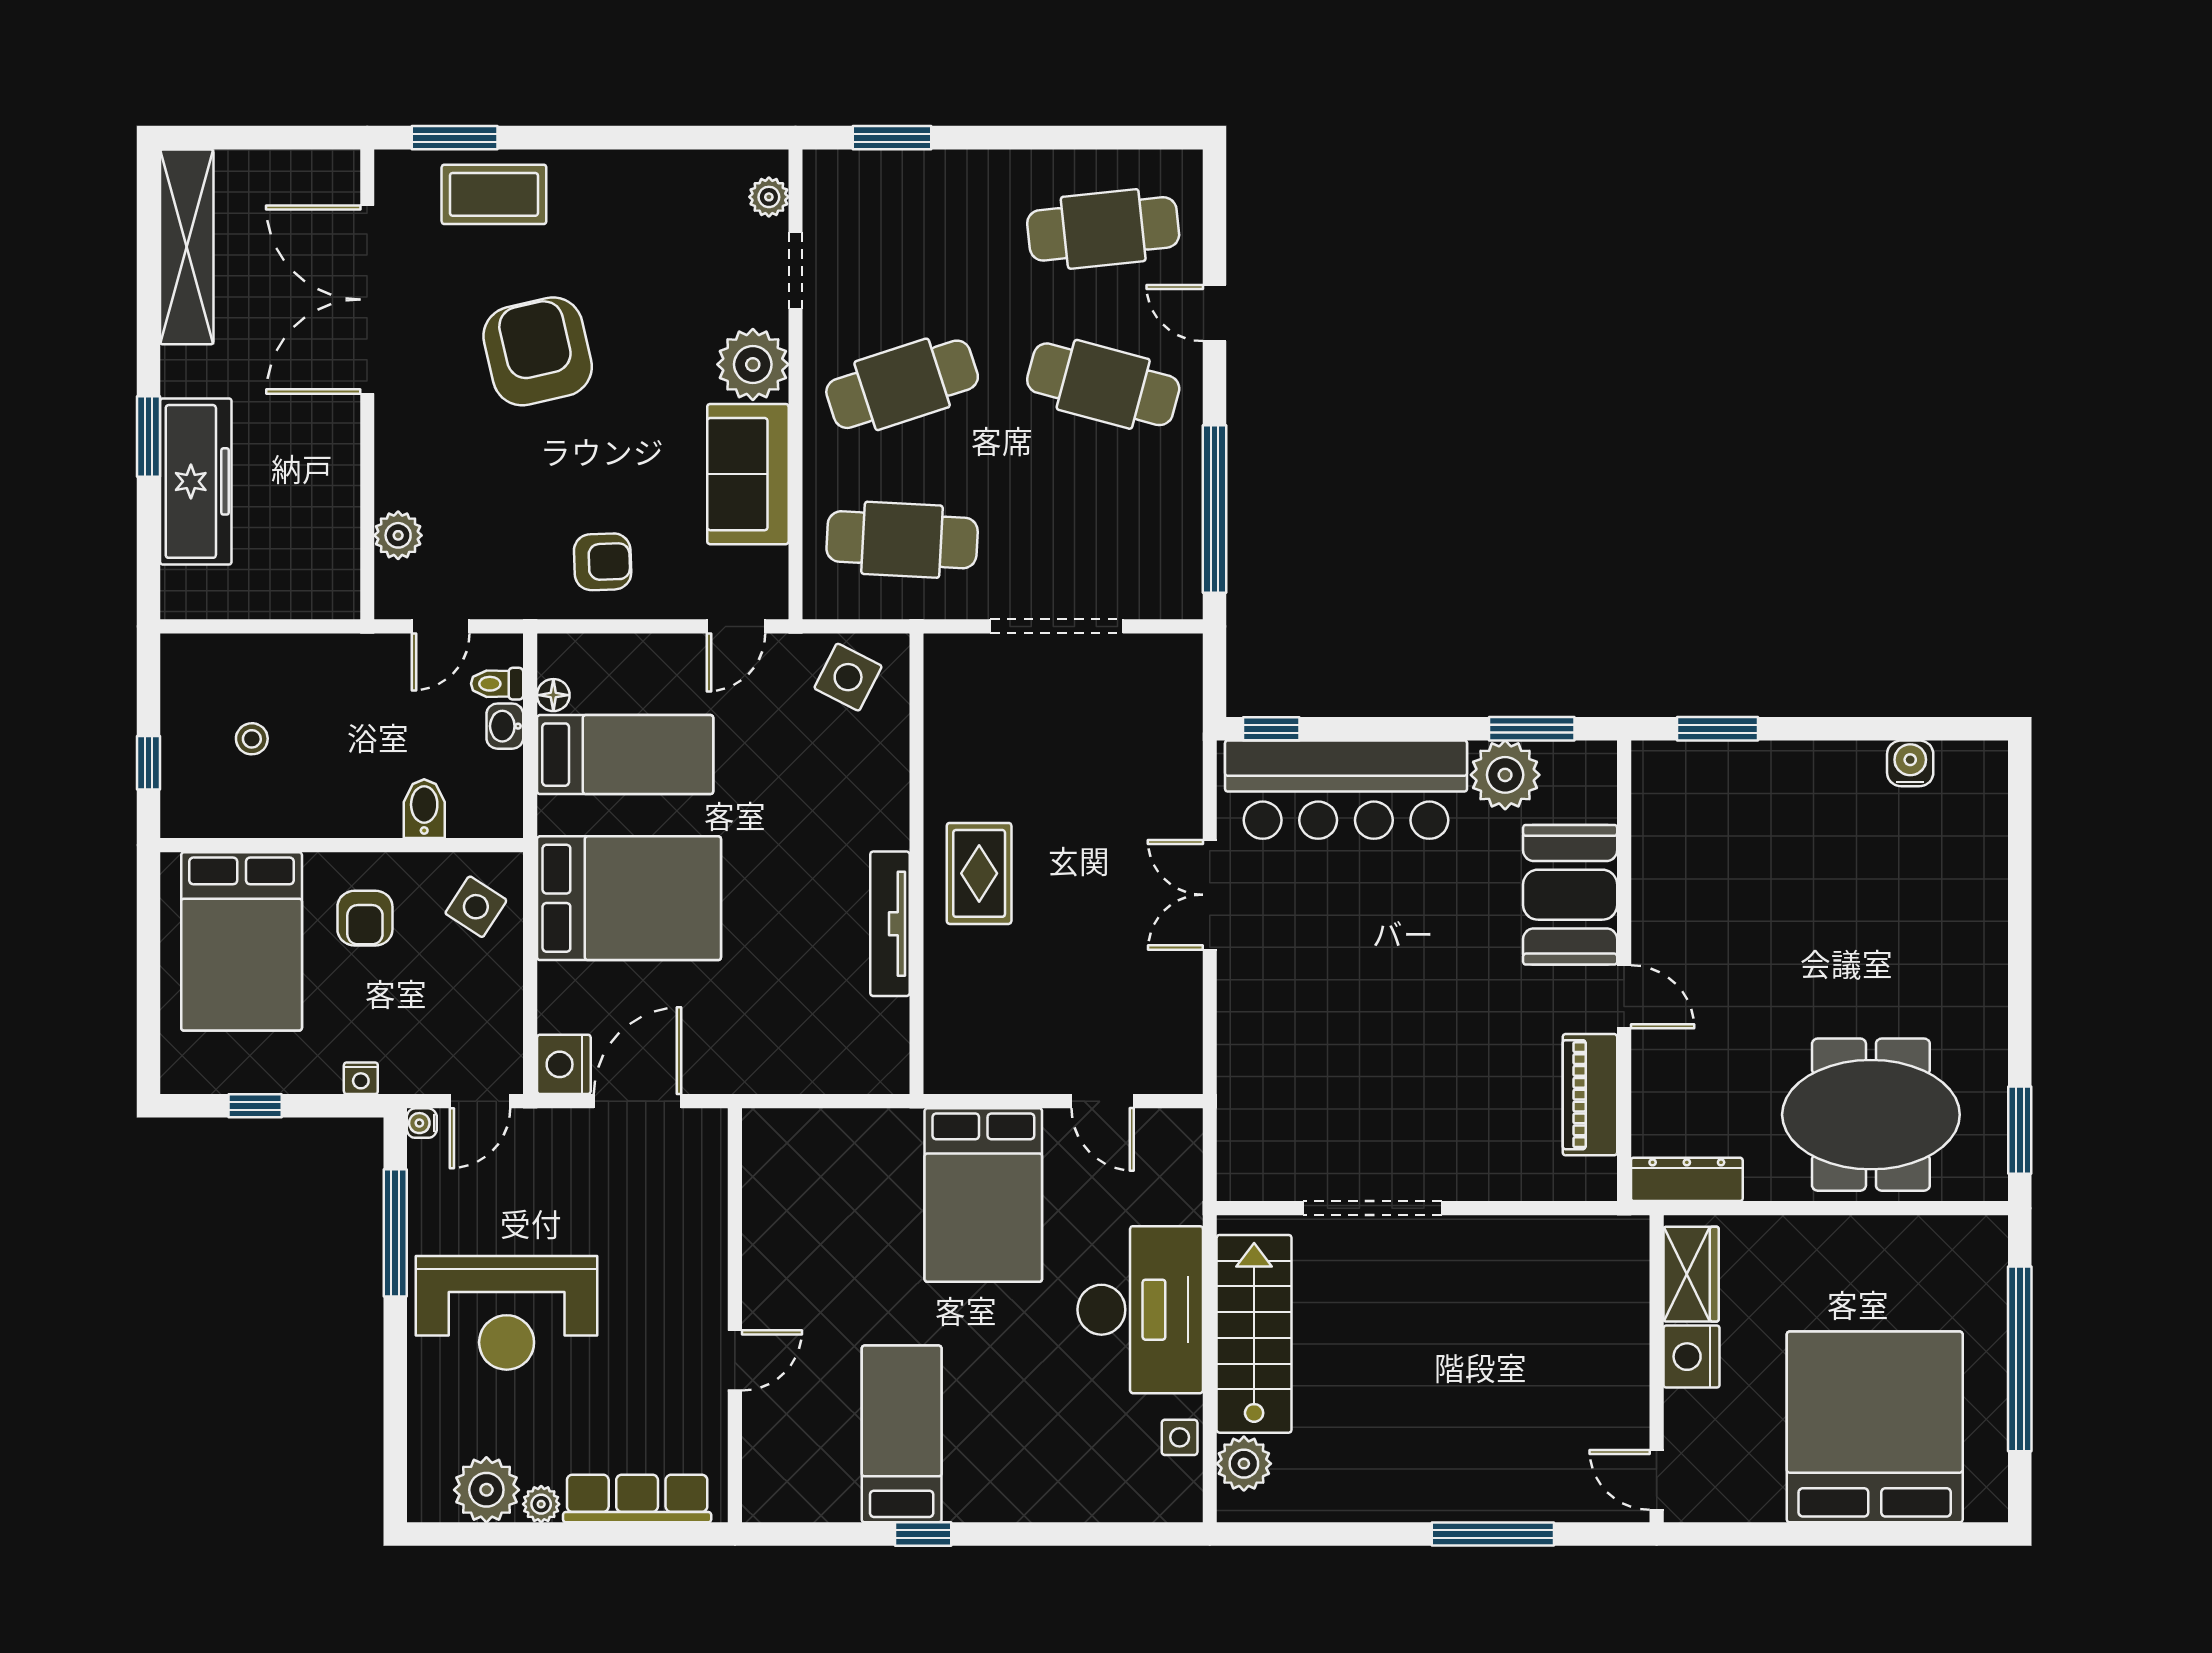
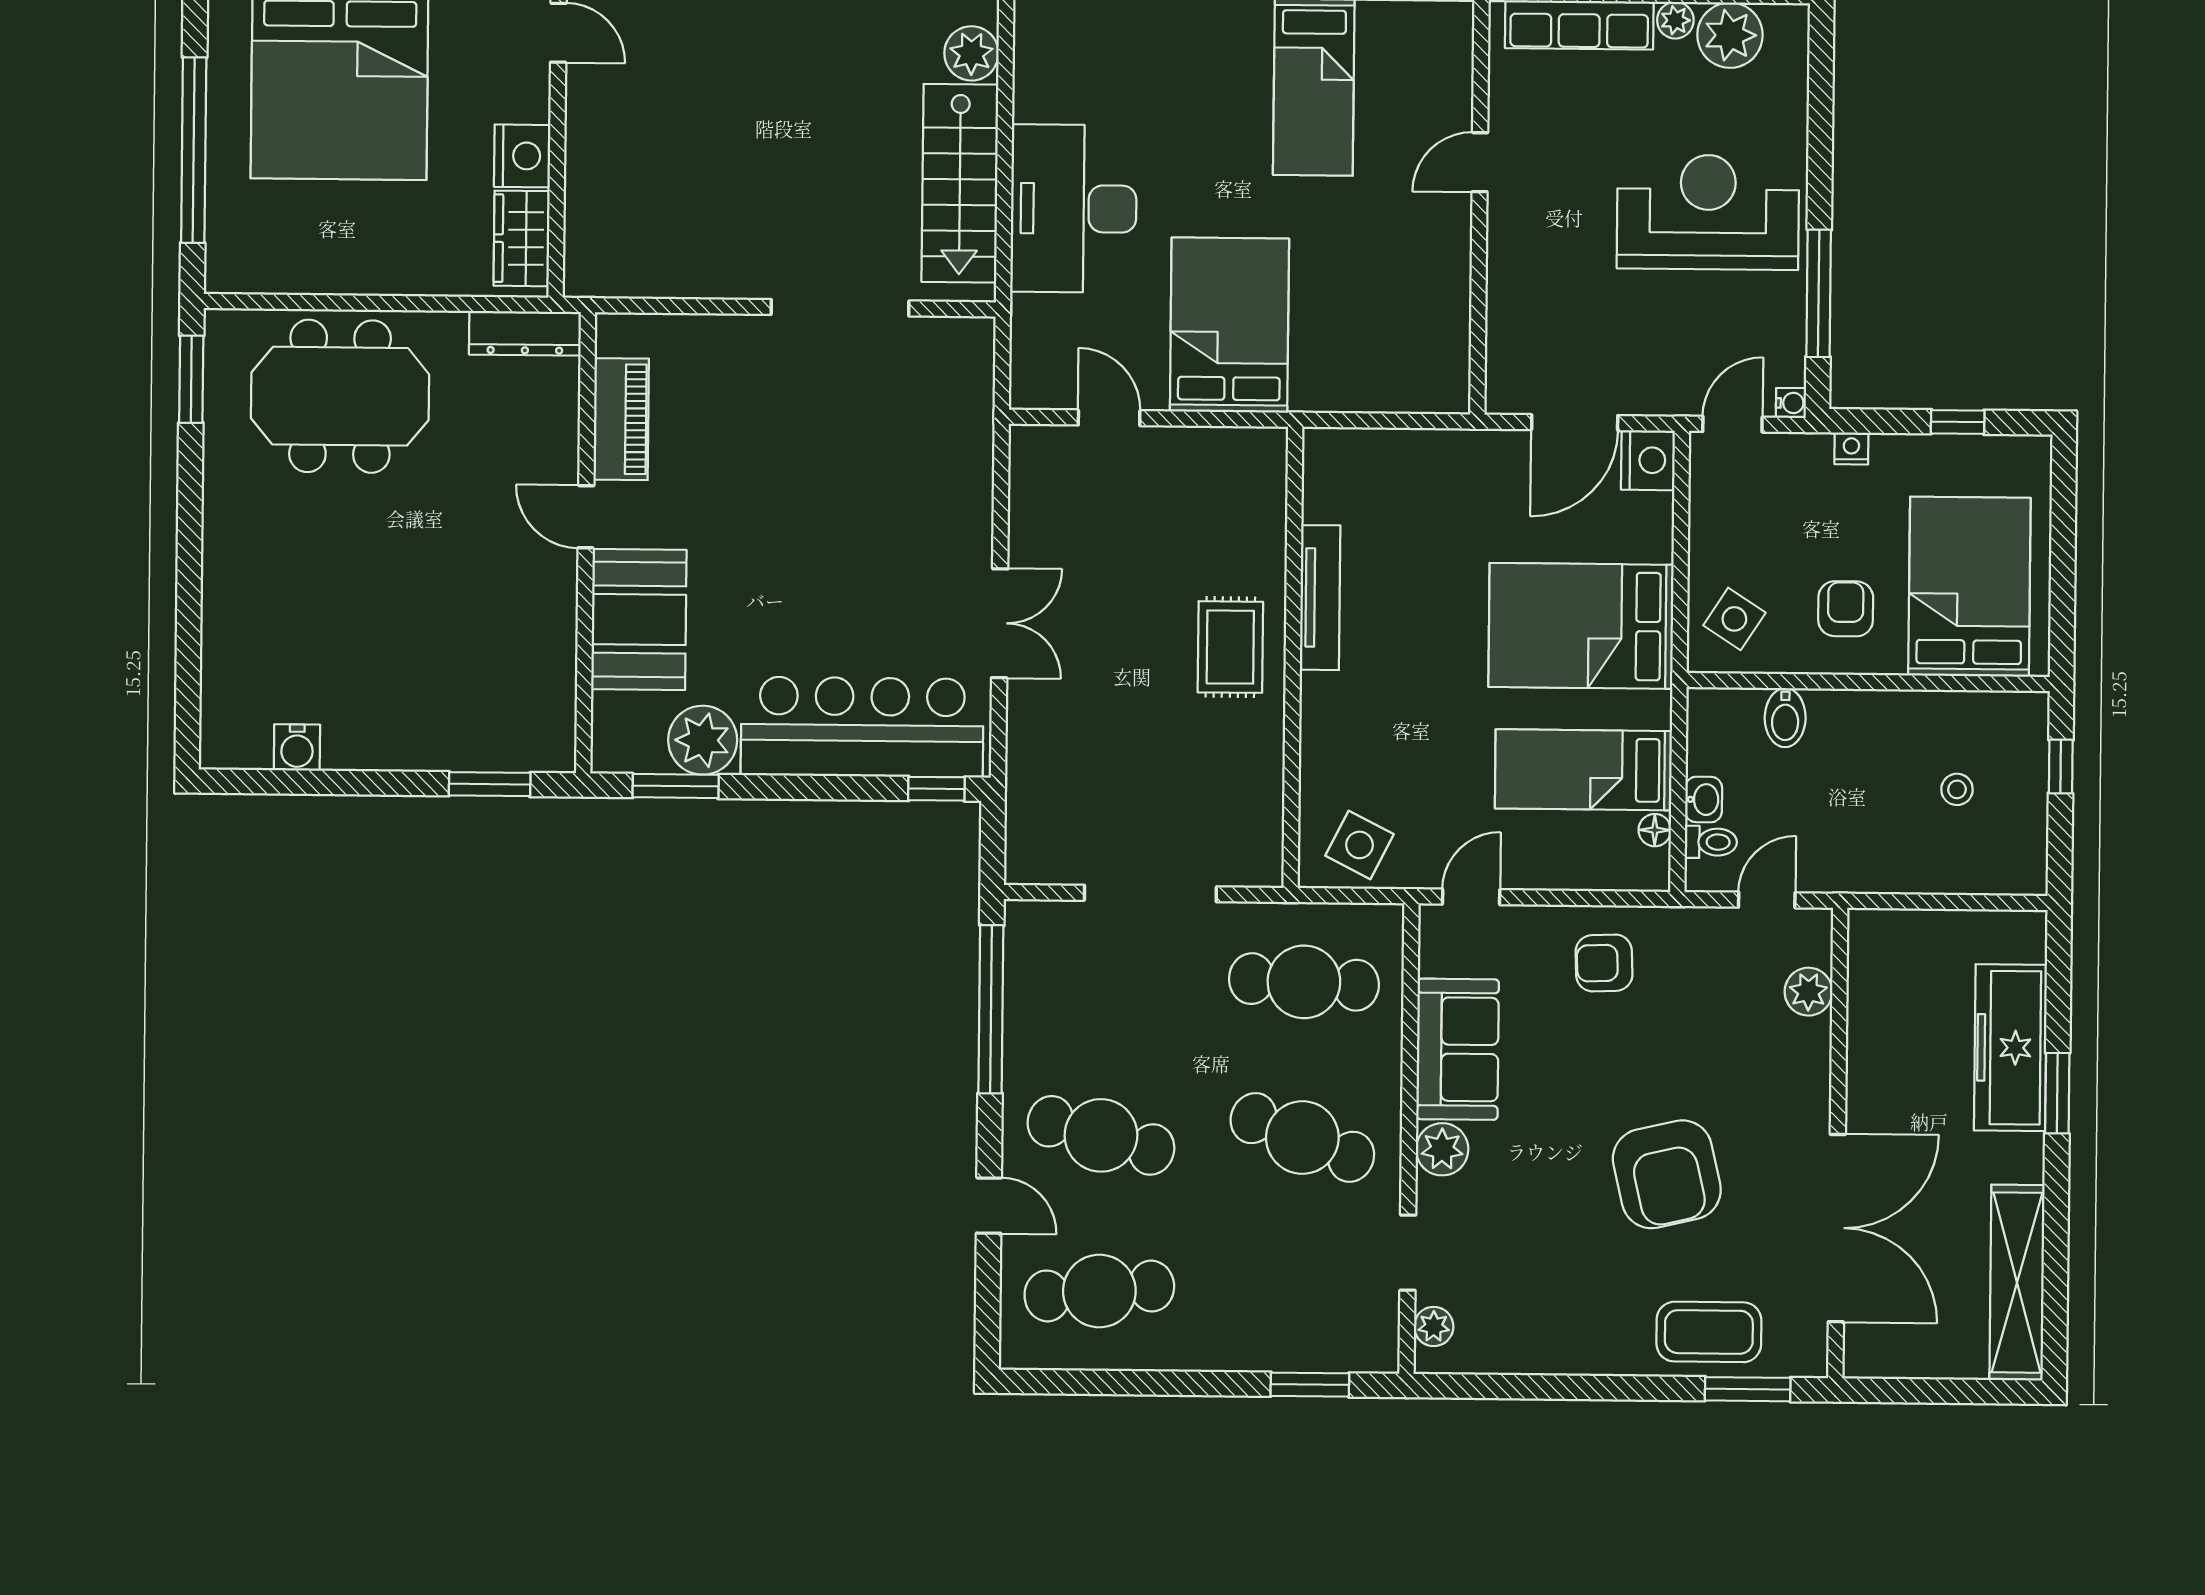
plant: (753, 364) -> (1442, 1149), width x0.73, depth x0.73
cafe table: (902, 384) -> (1302, 1137), turned 39
side table: (1180, 1437) -> (1036, 80), removed

